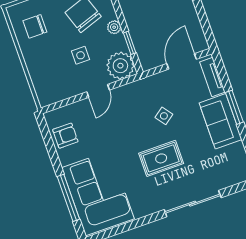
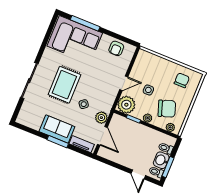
plant: (161, 81) -> (101, 118), added
door: (98, 91) -> (124, 83), swing flipped
rug: (161, 158) -> (64, 85), width x1.36, depth x1.43

